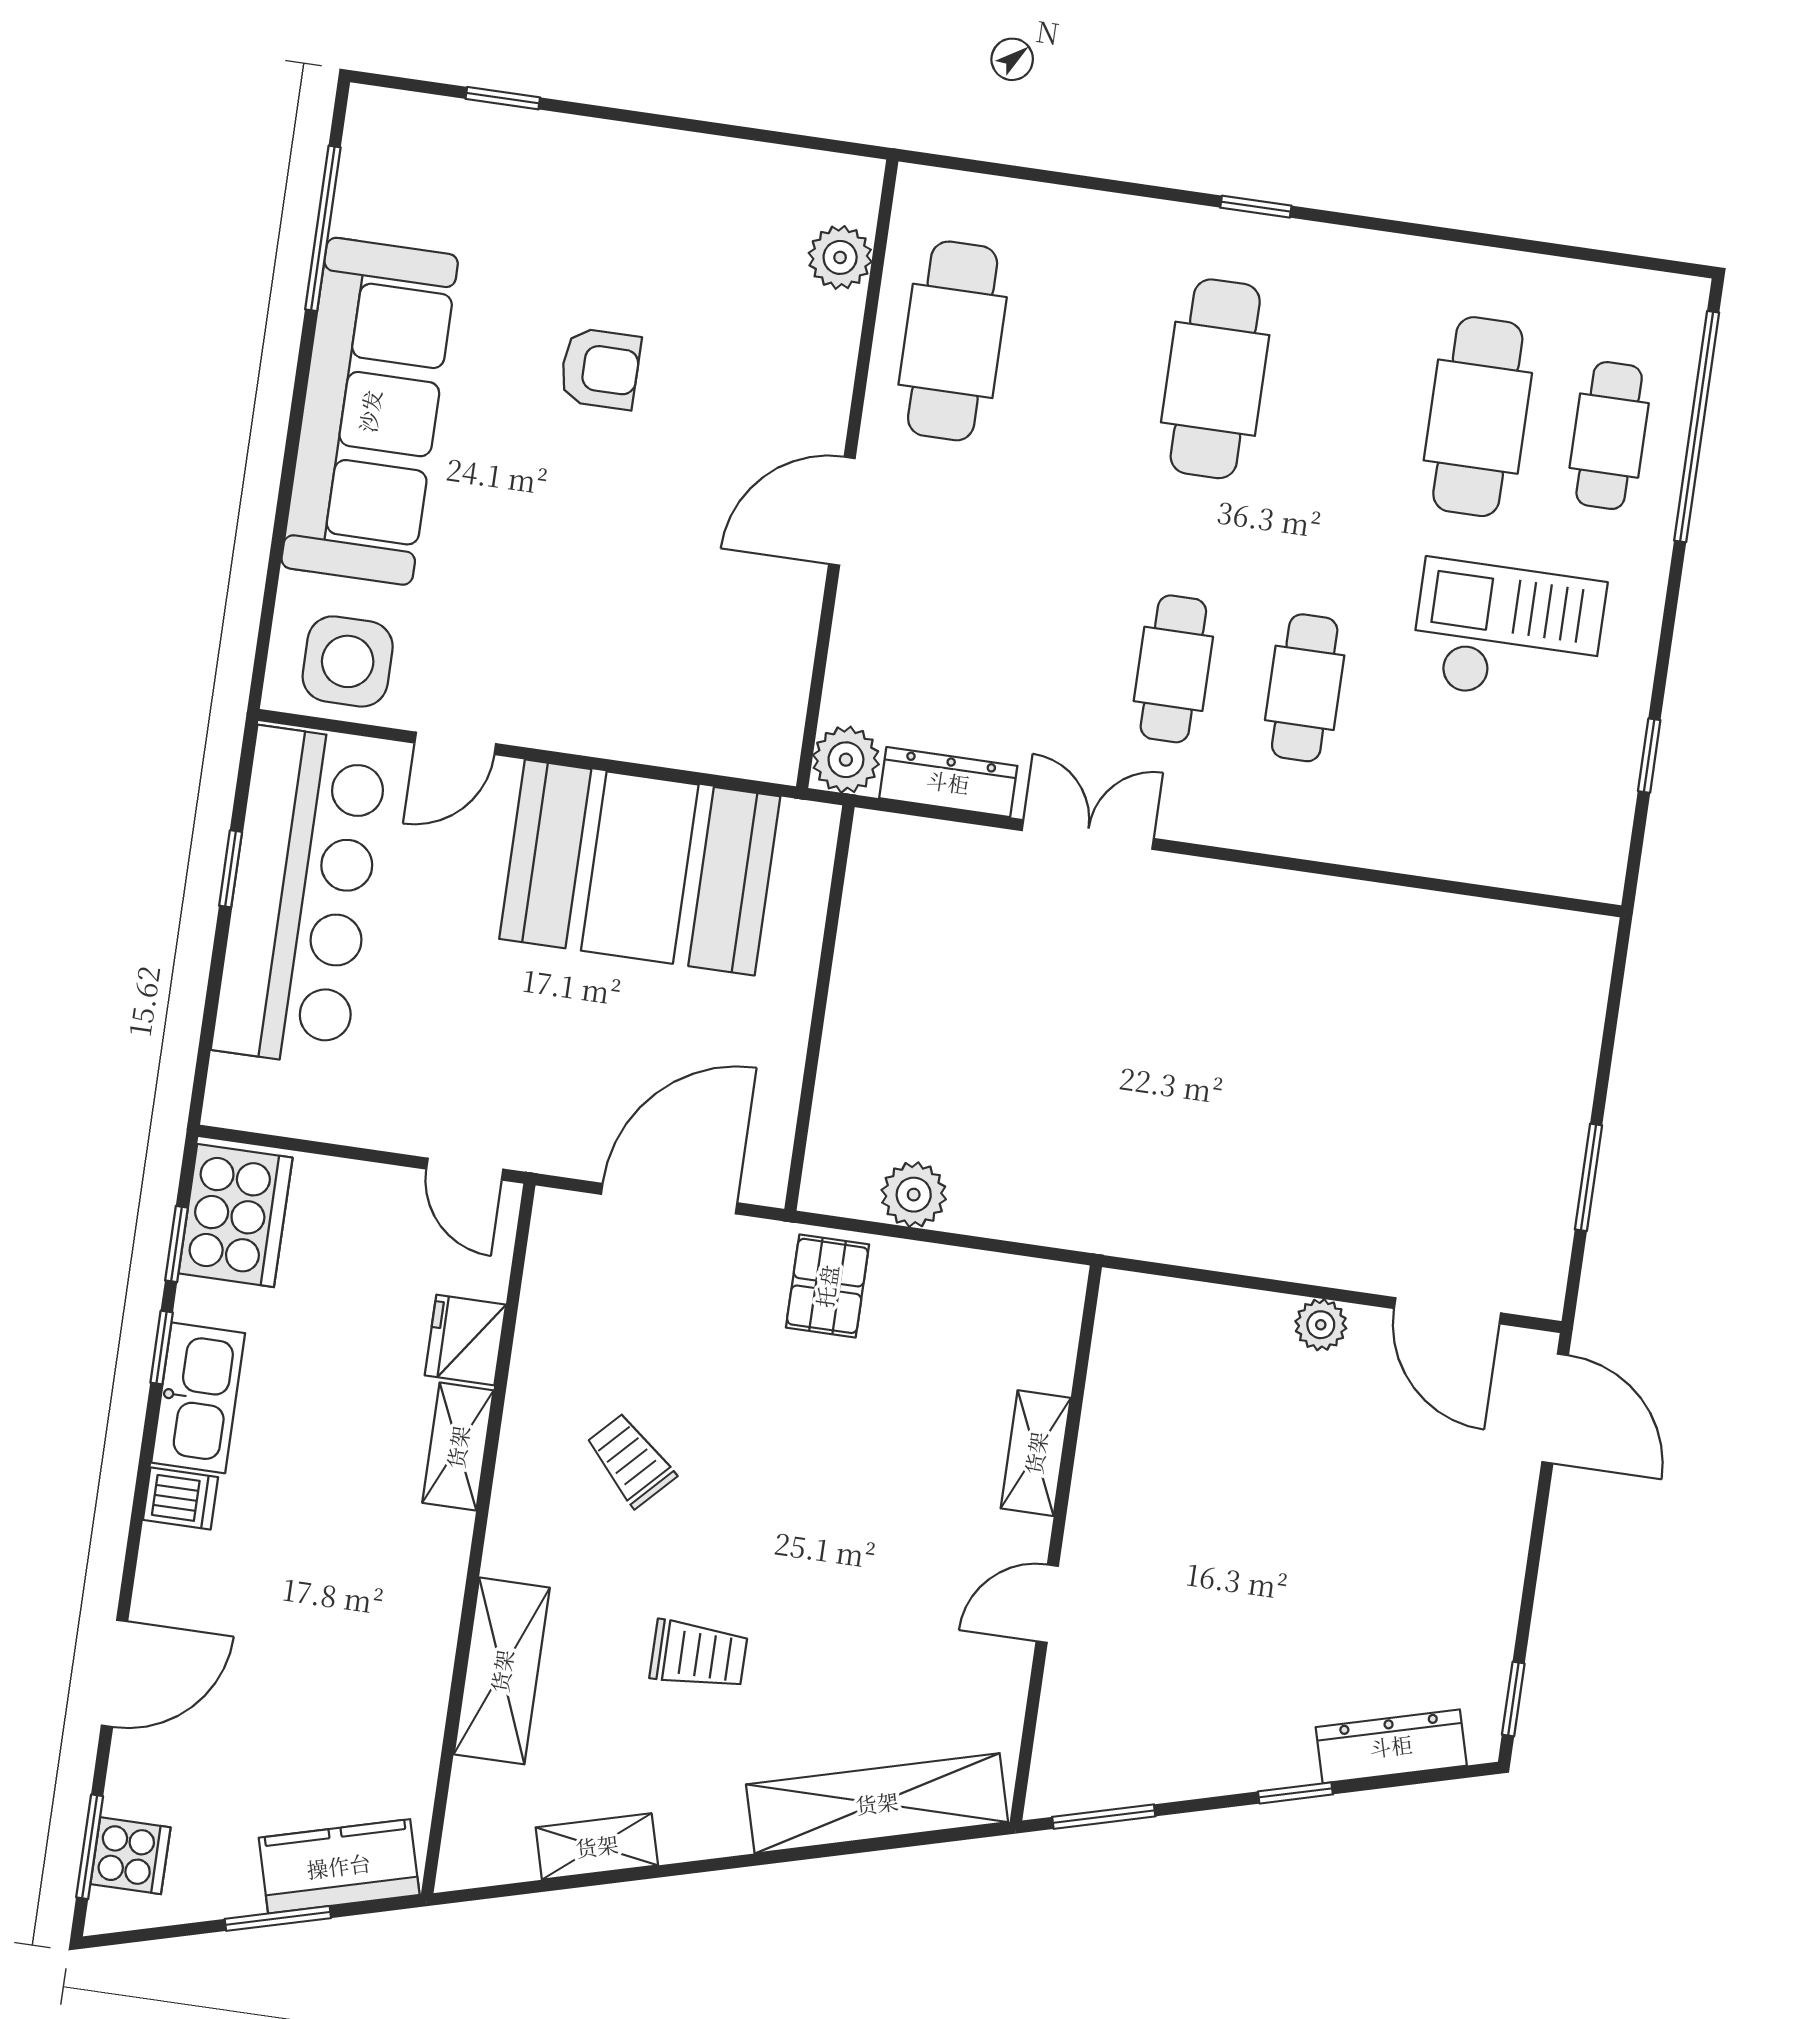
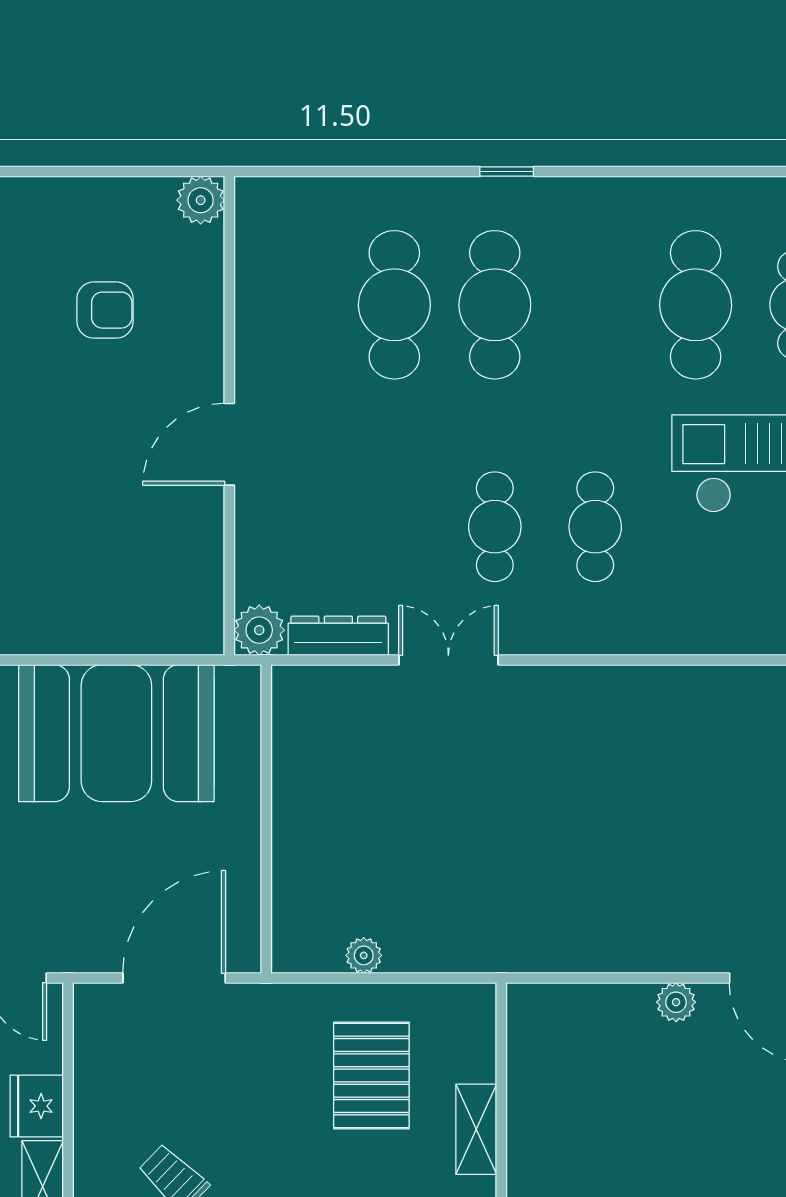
plant: (840, 257) -> (201, 200), moved
cafe table: (953, 341) -> (394, 305), moved
armchair: (600, 369) -> (105, 310), moved
plant: (914, 1195) -> (364, 955), width x0.73, depth x0.73
pallet: (827, 1286) -> (371, 1075), moved, width x1.50, depth x1.42

